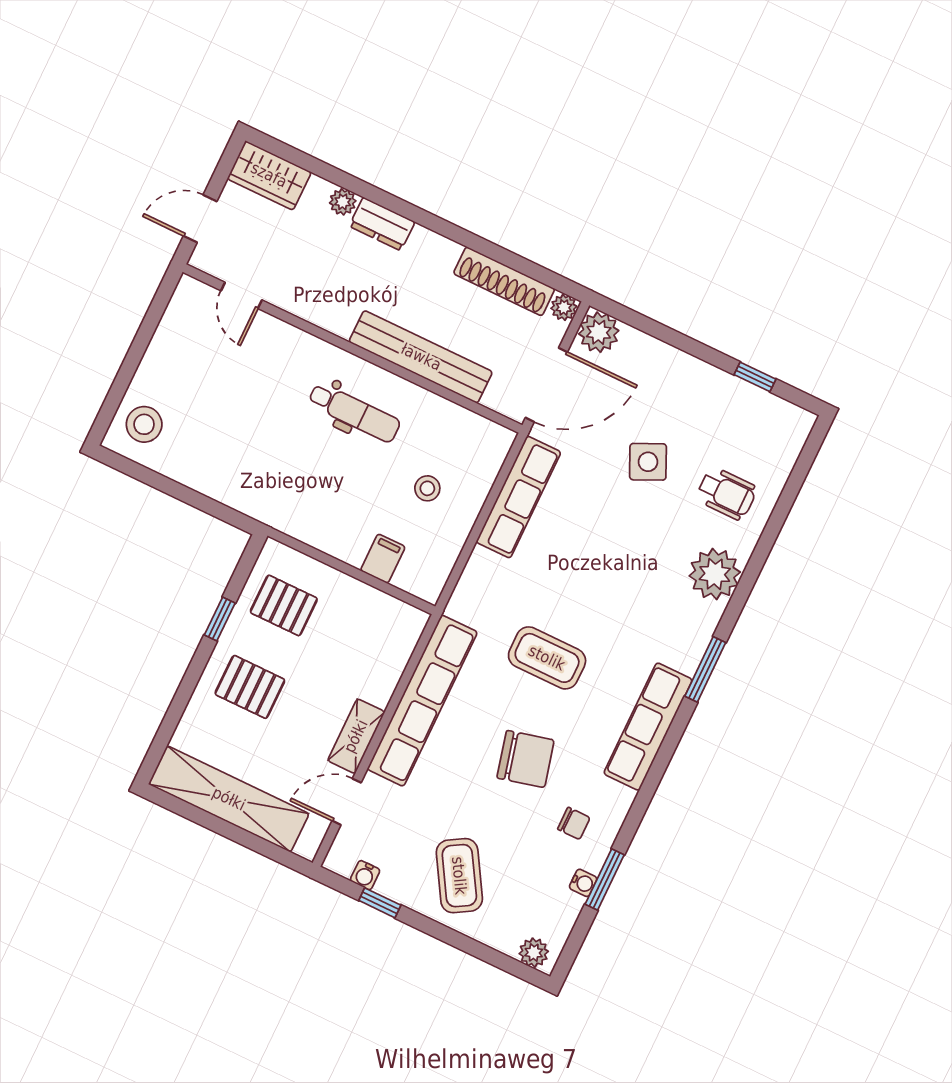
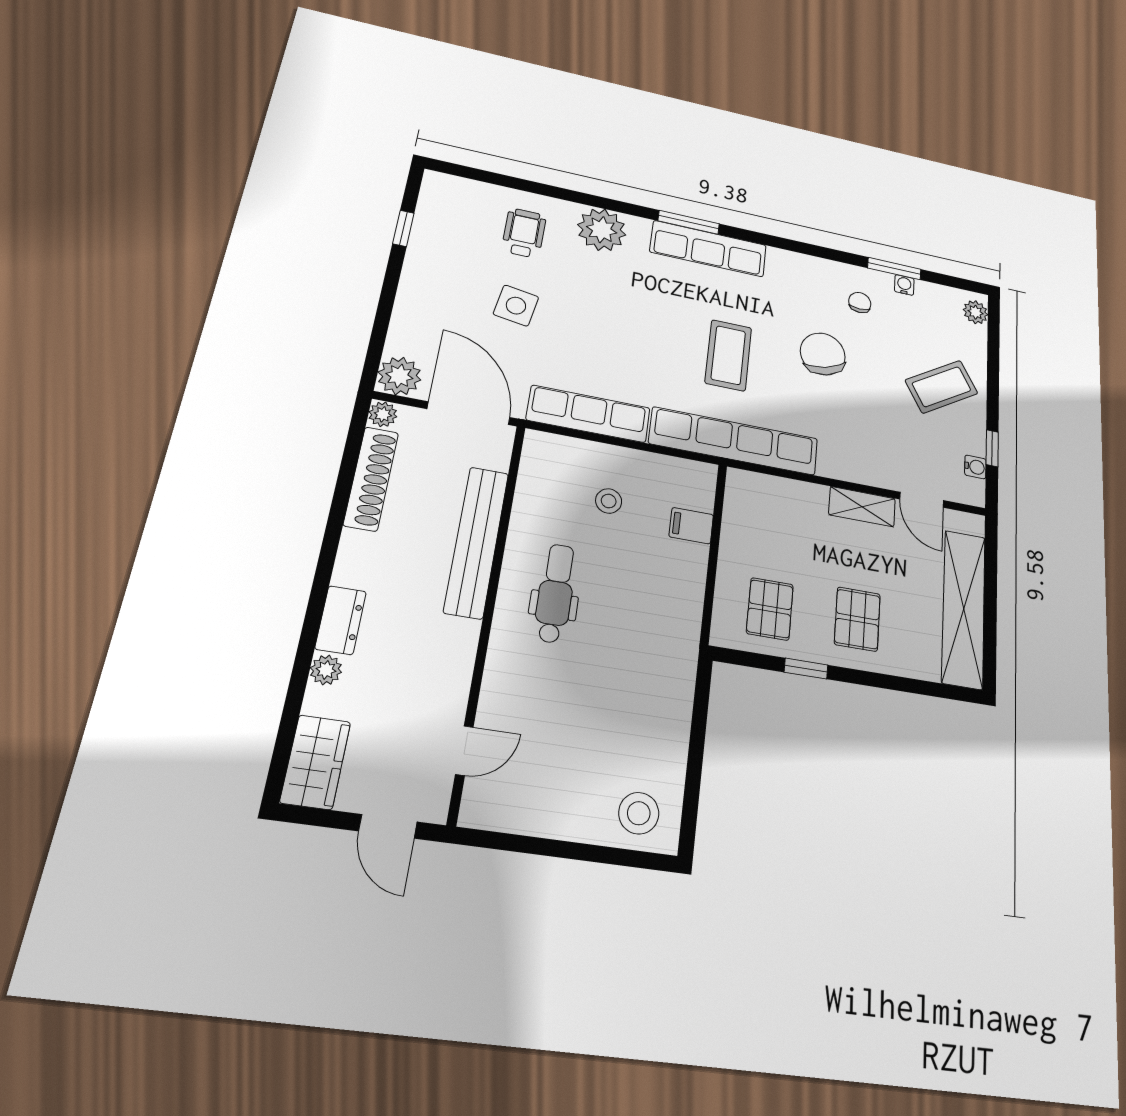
side table: (648, 462) -> (516, 306), turned 34
row of seats: (422, 701) -> (734, 441), moved
row of seats: (648, 727) -> (708, 249), moved

